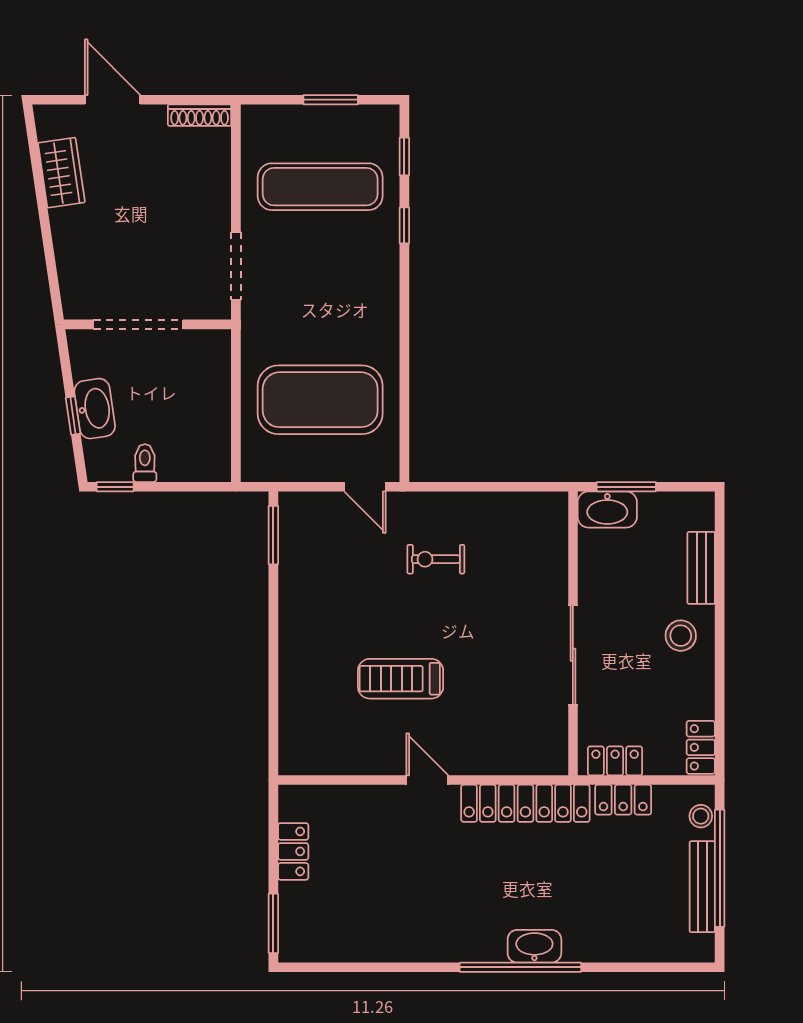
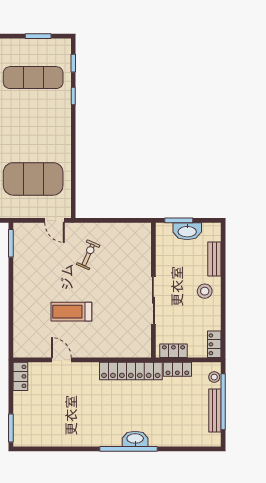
washbasin: (607, 509) -> (187, 231), moved
exercise bike: (436, 559) -> (88, 255), turned 114
door: (427, 780) -> (61, 360), moved
locker: (293, 851) -> (20, 376), moved

